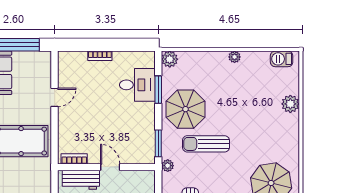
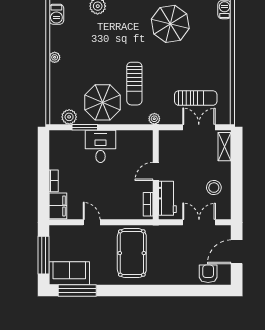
plant: (170, 59) -> (69, 117), moved
filing cabinet: (72, 60) -> (58, 206), added
desk: (137, 85) -> (101, 146), moved
window: (158, 143) -> (134, 127), removed

